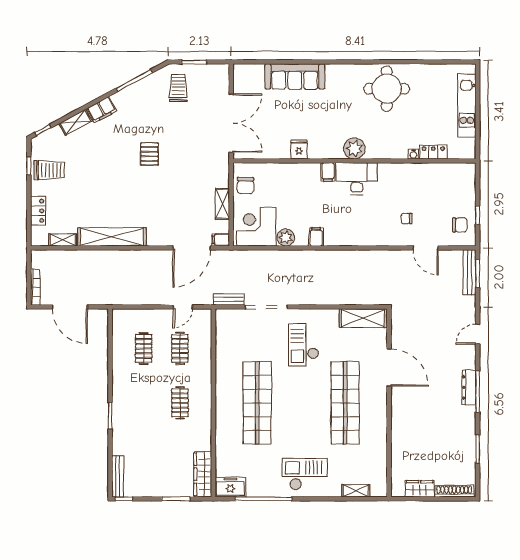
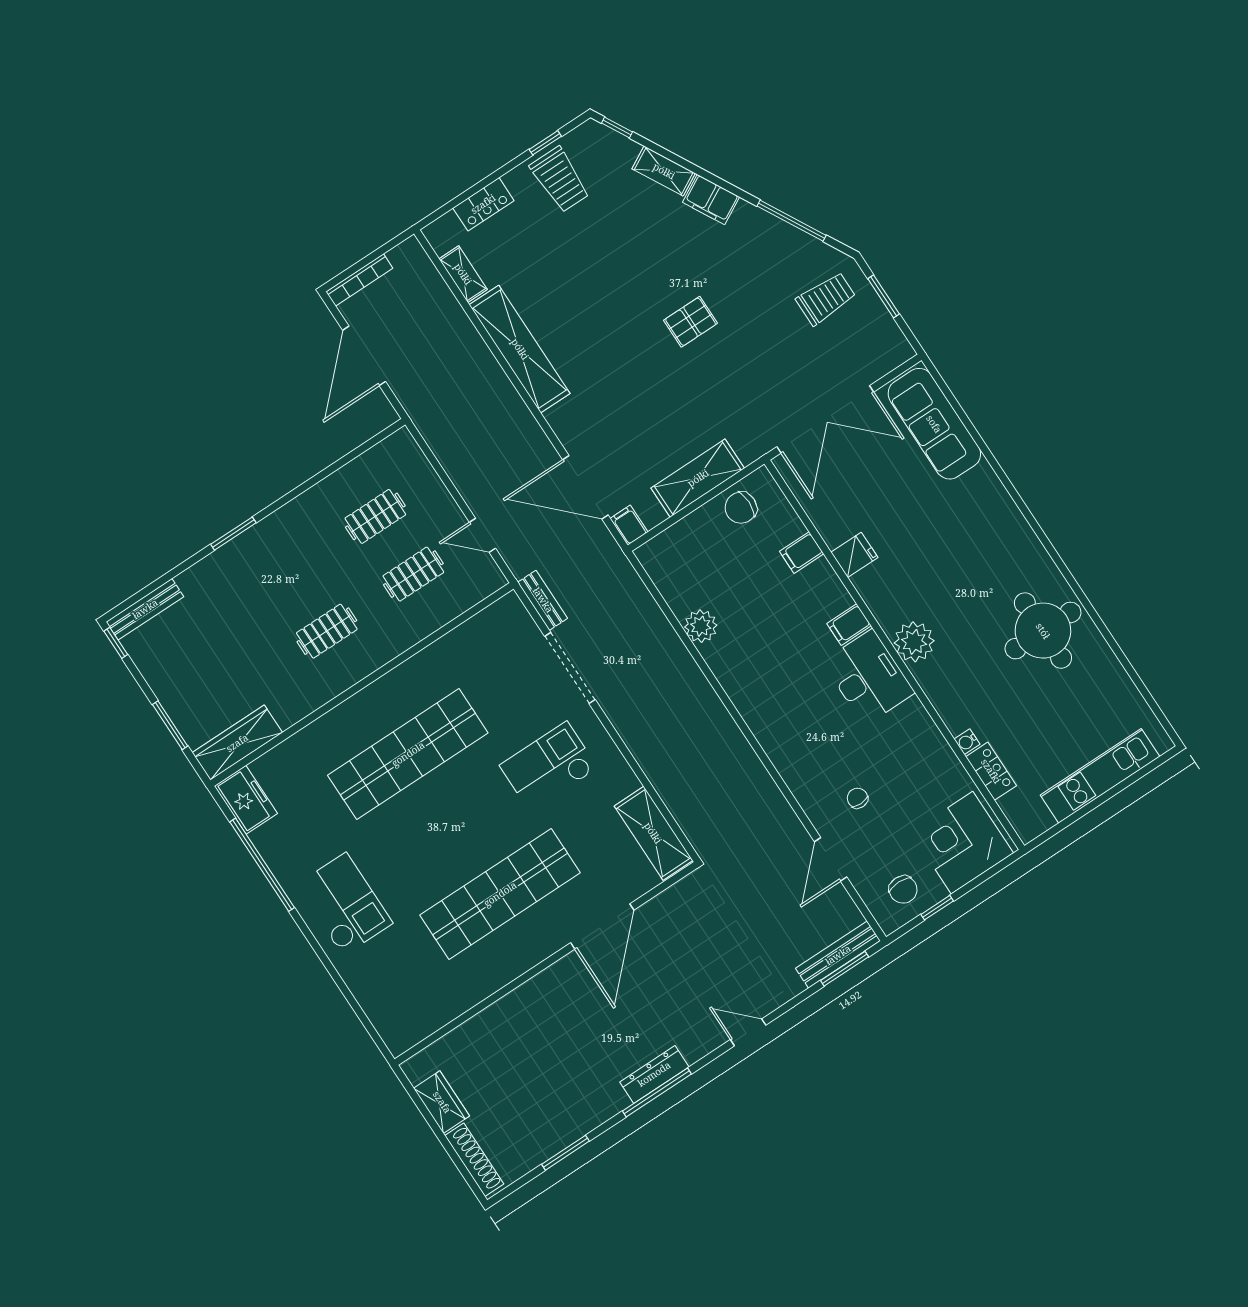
sofa: (295, 76) -> (934, 424), moved
shelving: (222, 204) -> (698, 478), width x1.50, depth x1.33
corner desk: (256, 227) -> (962, 843), moved, turned -90
filing cabinet: (316, 237) -> (802, 553), moved, turned 180
shelving: (356, 491) -> (371, 1003), removed

